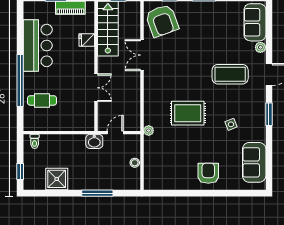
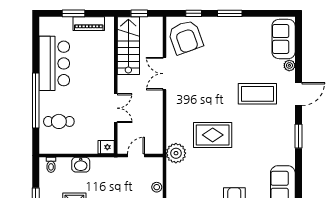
fridge: (87, 40) -> (106, 147), moved
side table: (231, 124) -> (258, 147), removed
plant: (149, 131) -> (176, 153), width x1.87, depth x1.87
washbasin: (94, 141) -> (81, 165), moved

